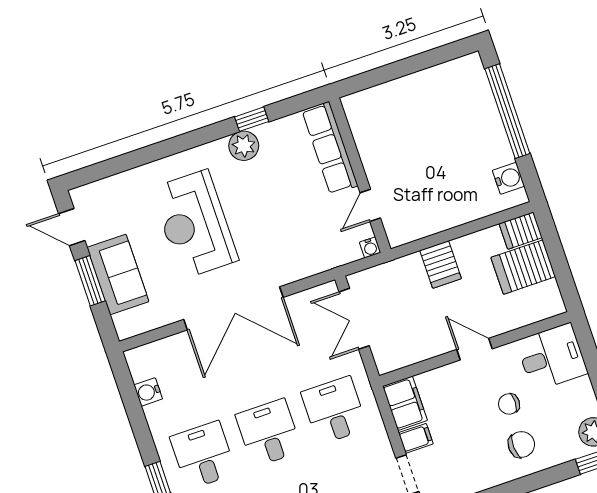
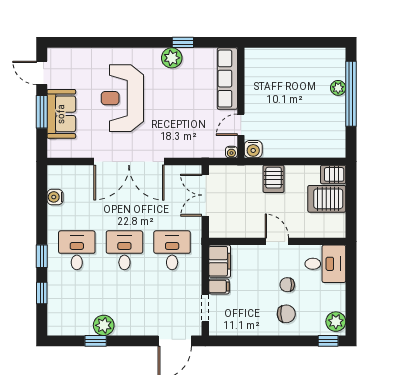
plant: (487, 109) -> (338, 88), added
water cooler: (508, 178) -> (253, 149), moved, turned 90

